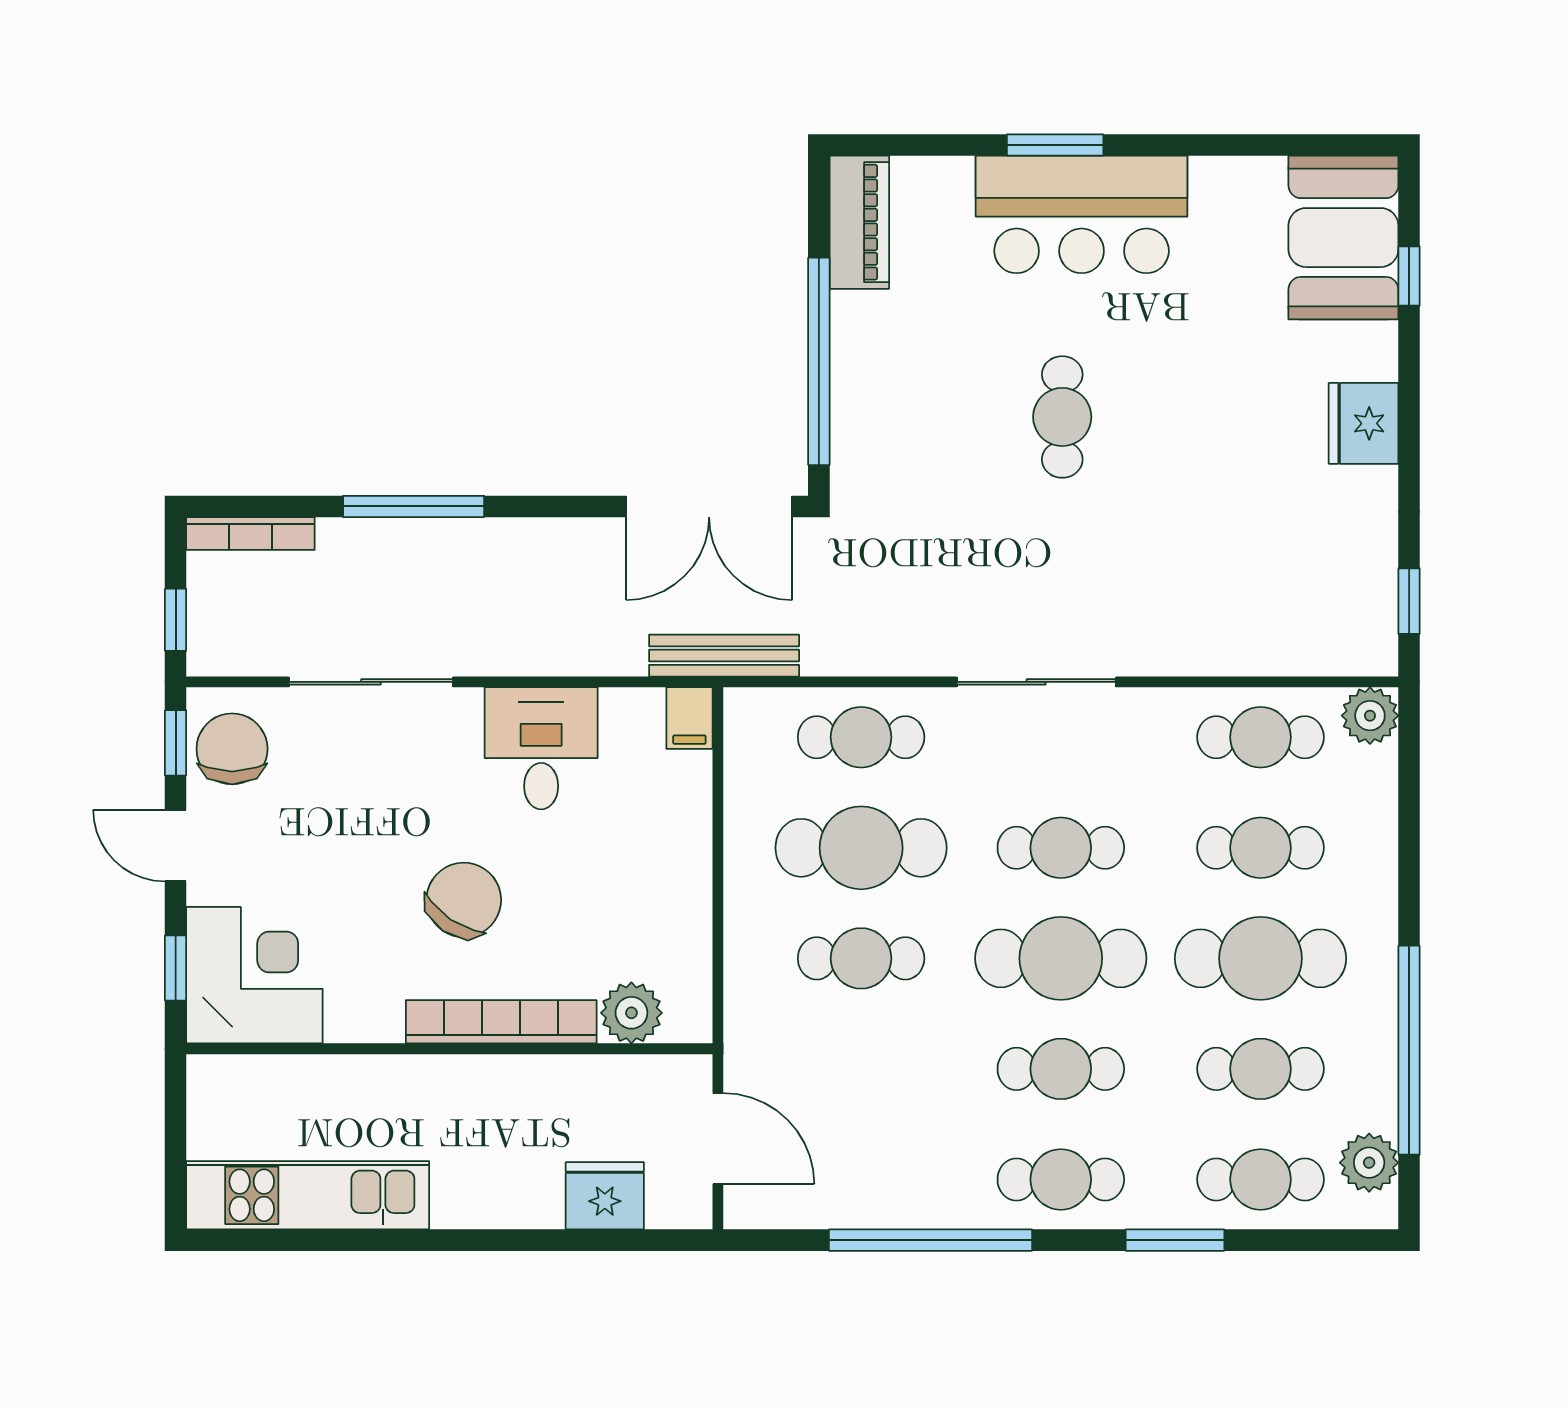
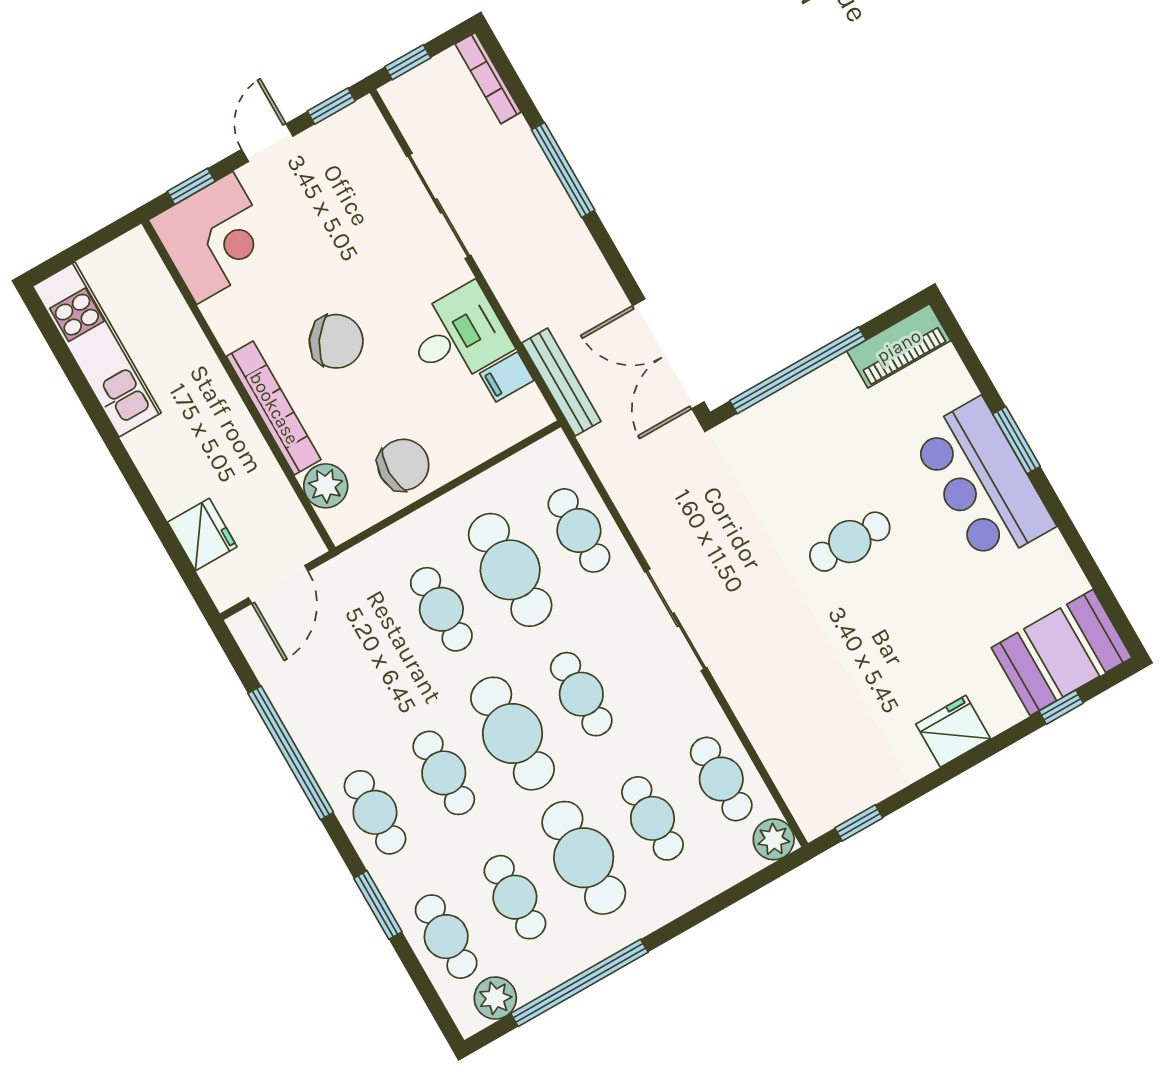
bench: (724, 656) -> (561, 382), moved
filing cabinet: (689, 718) -> (507, 377), moved
chair: (232, 749) -> (403, 465), moved

